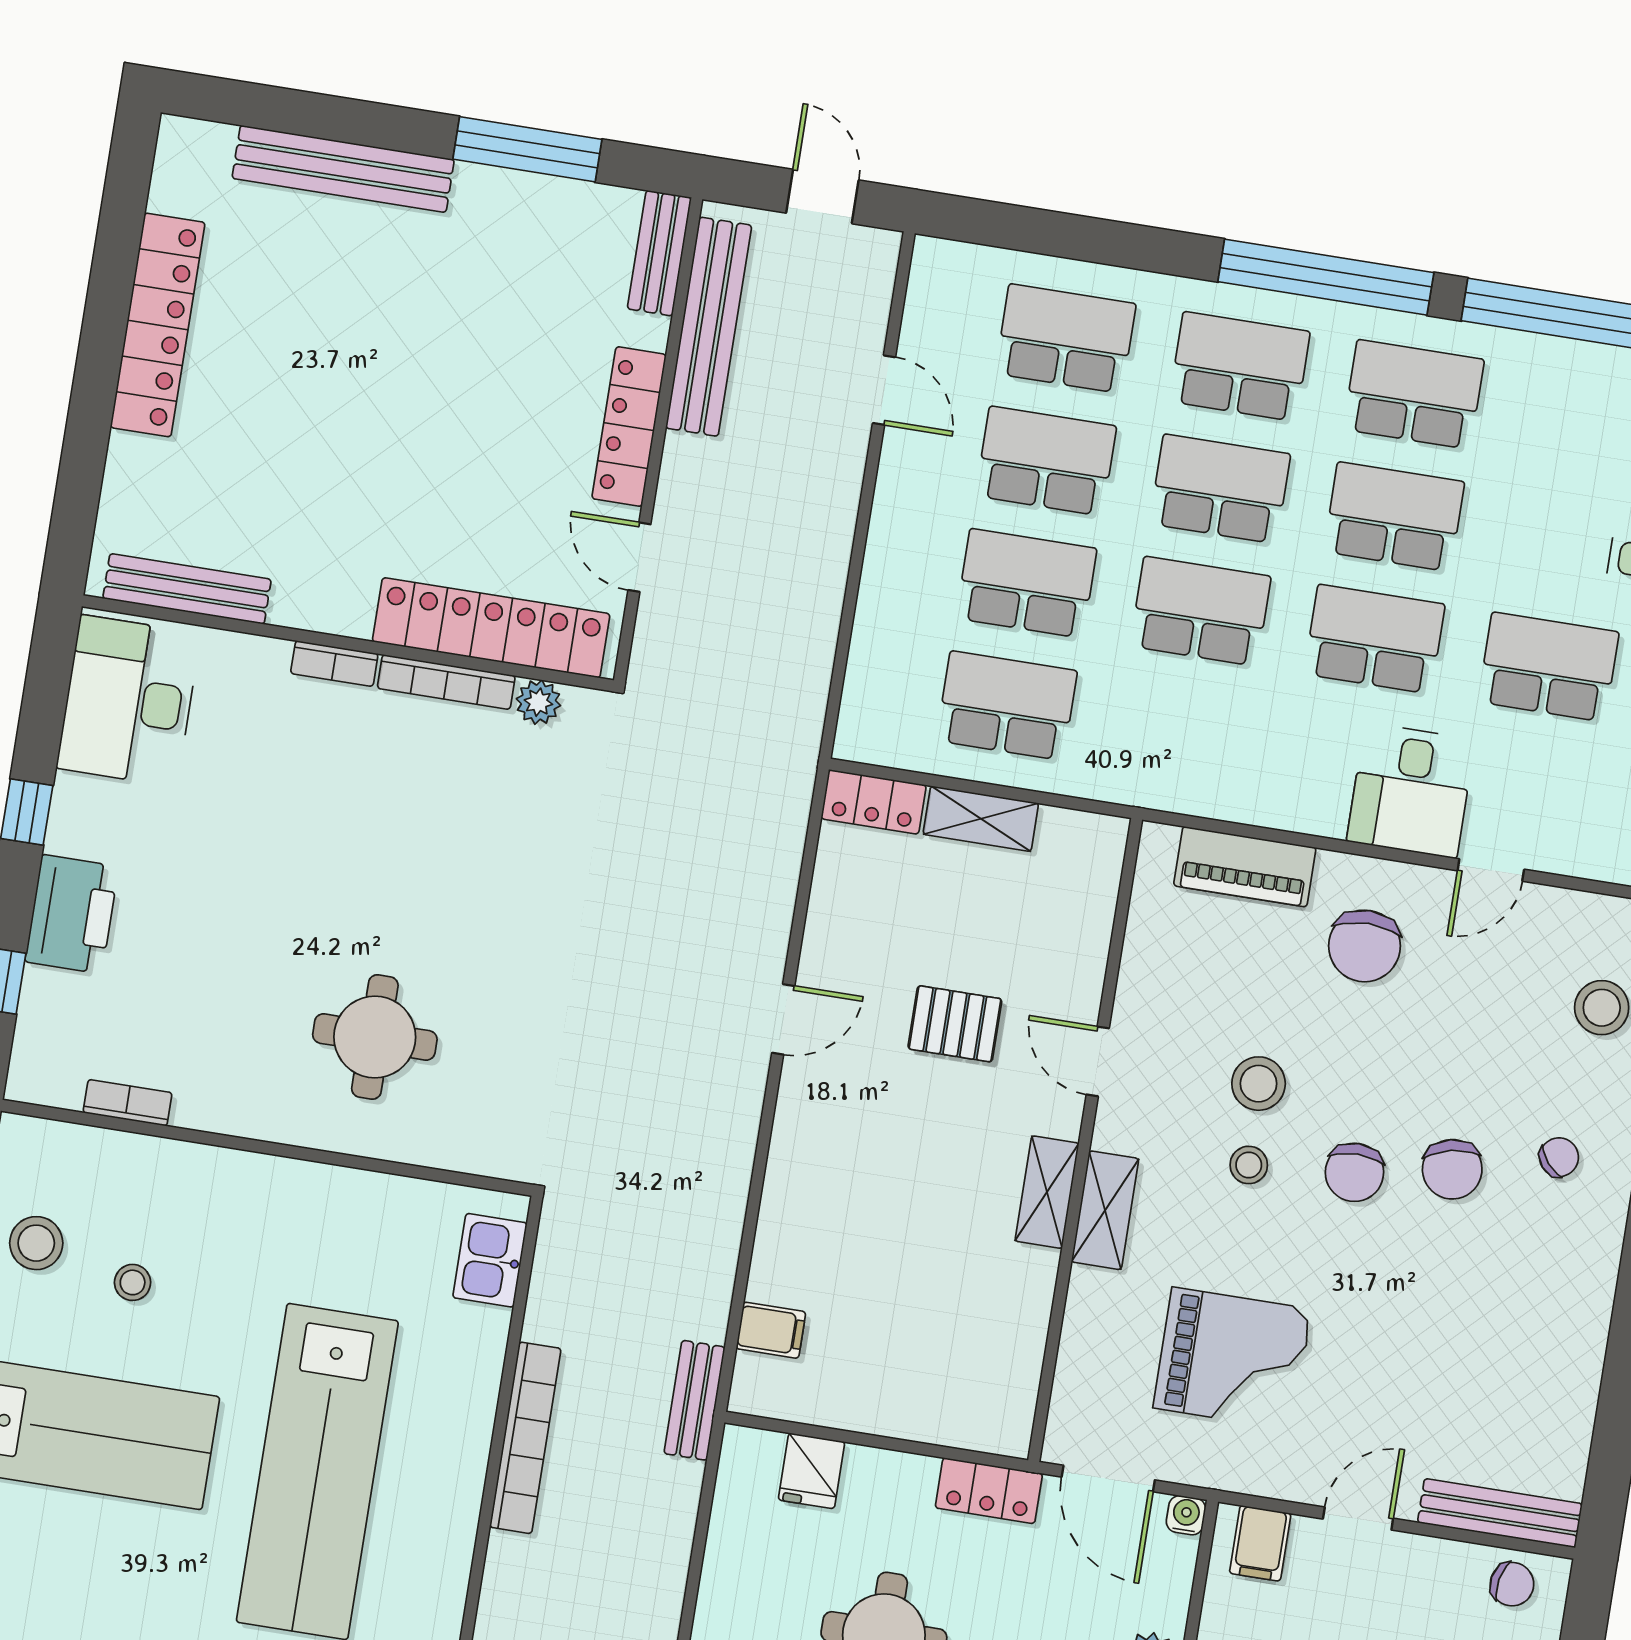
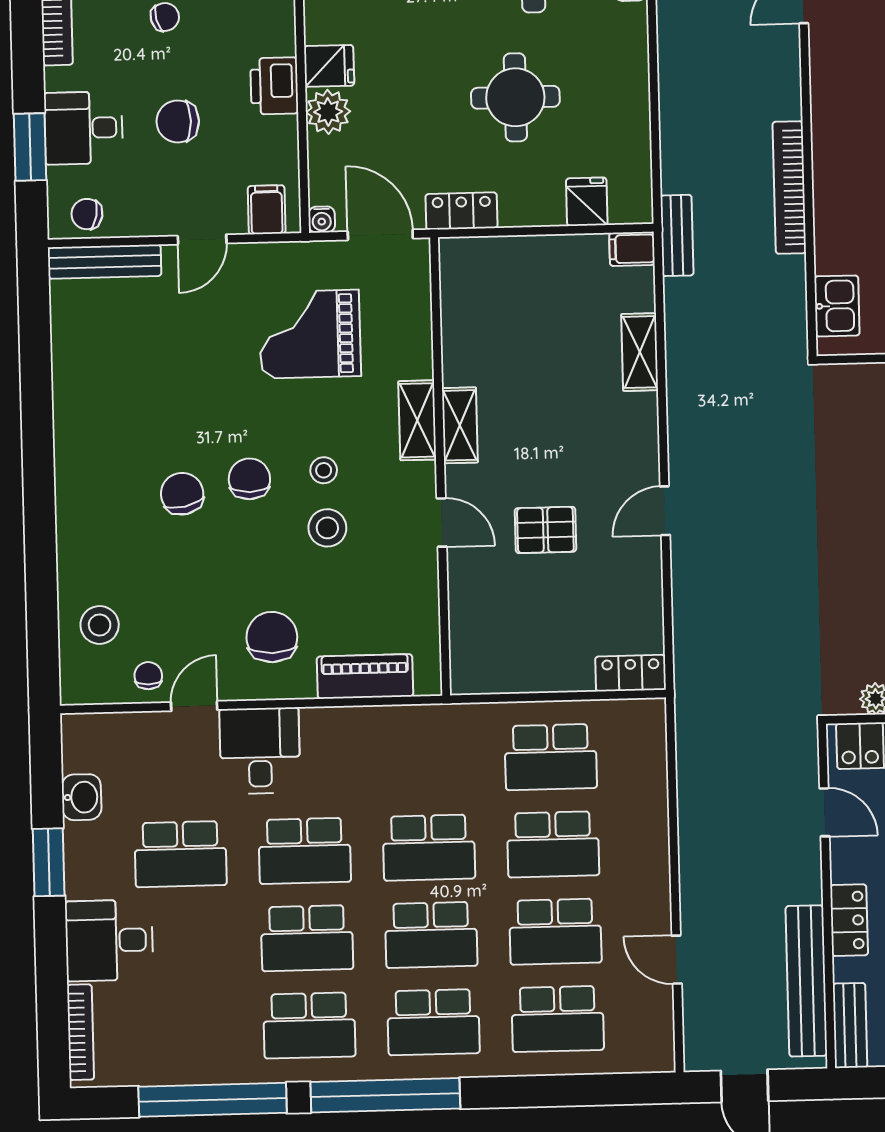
locker: (629, 427) -> (849, 920), width x0.66
shelving: (981, 819) -> (640, 352), moved, turned 90
chair: (1559, 1157) -> (148, 676), moved, turned 130
filing cabinet: (771, 1330) -> (632, 249), moved

